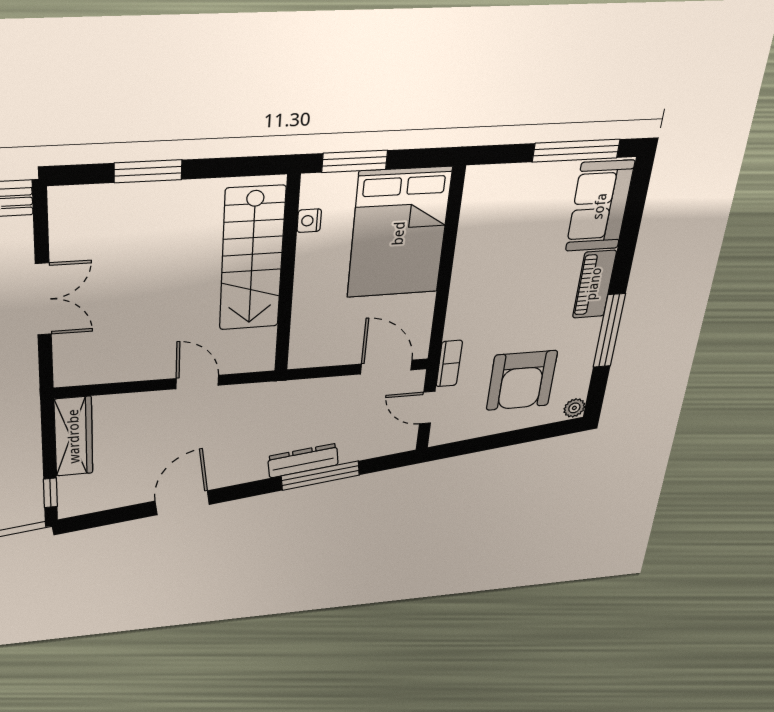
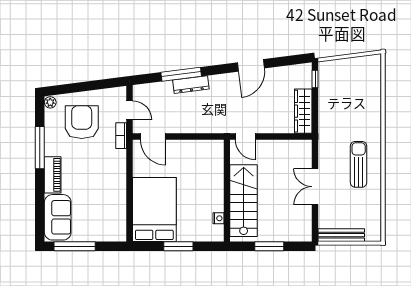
nightstand: (309, 221) -> (219, 218), moved
stairs: (252, 259) -> (244, 201), moved
wall: (287, 276) -> (227, 191), moved

